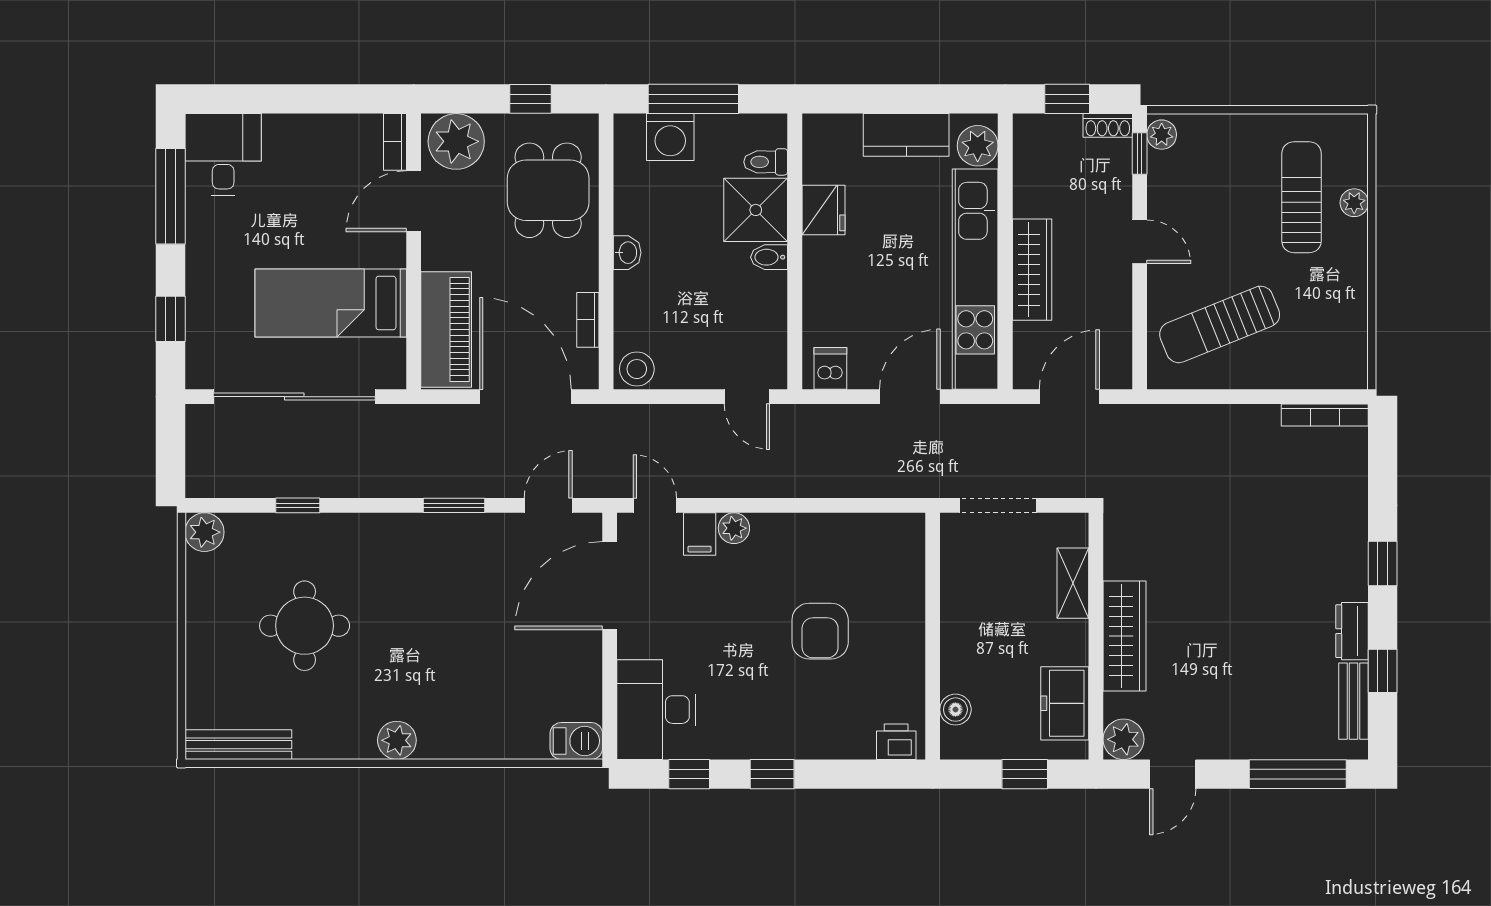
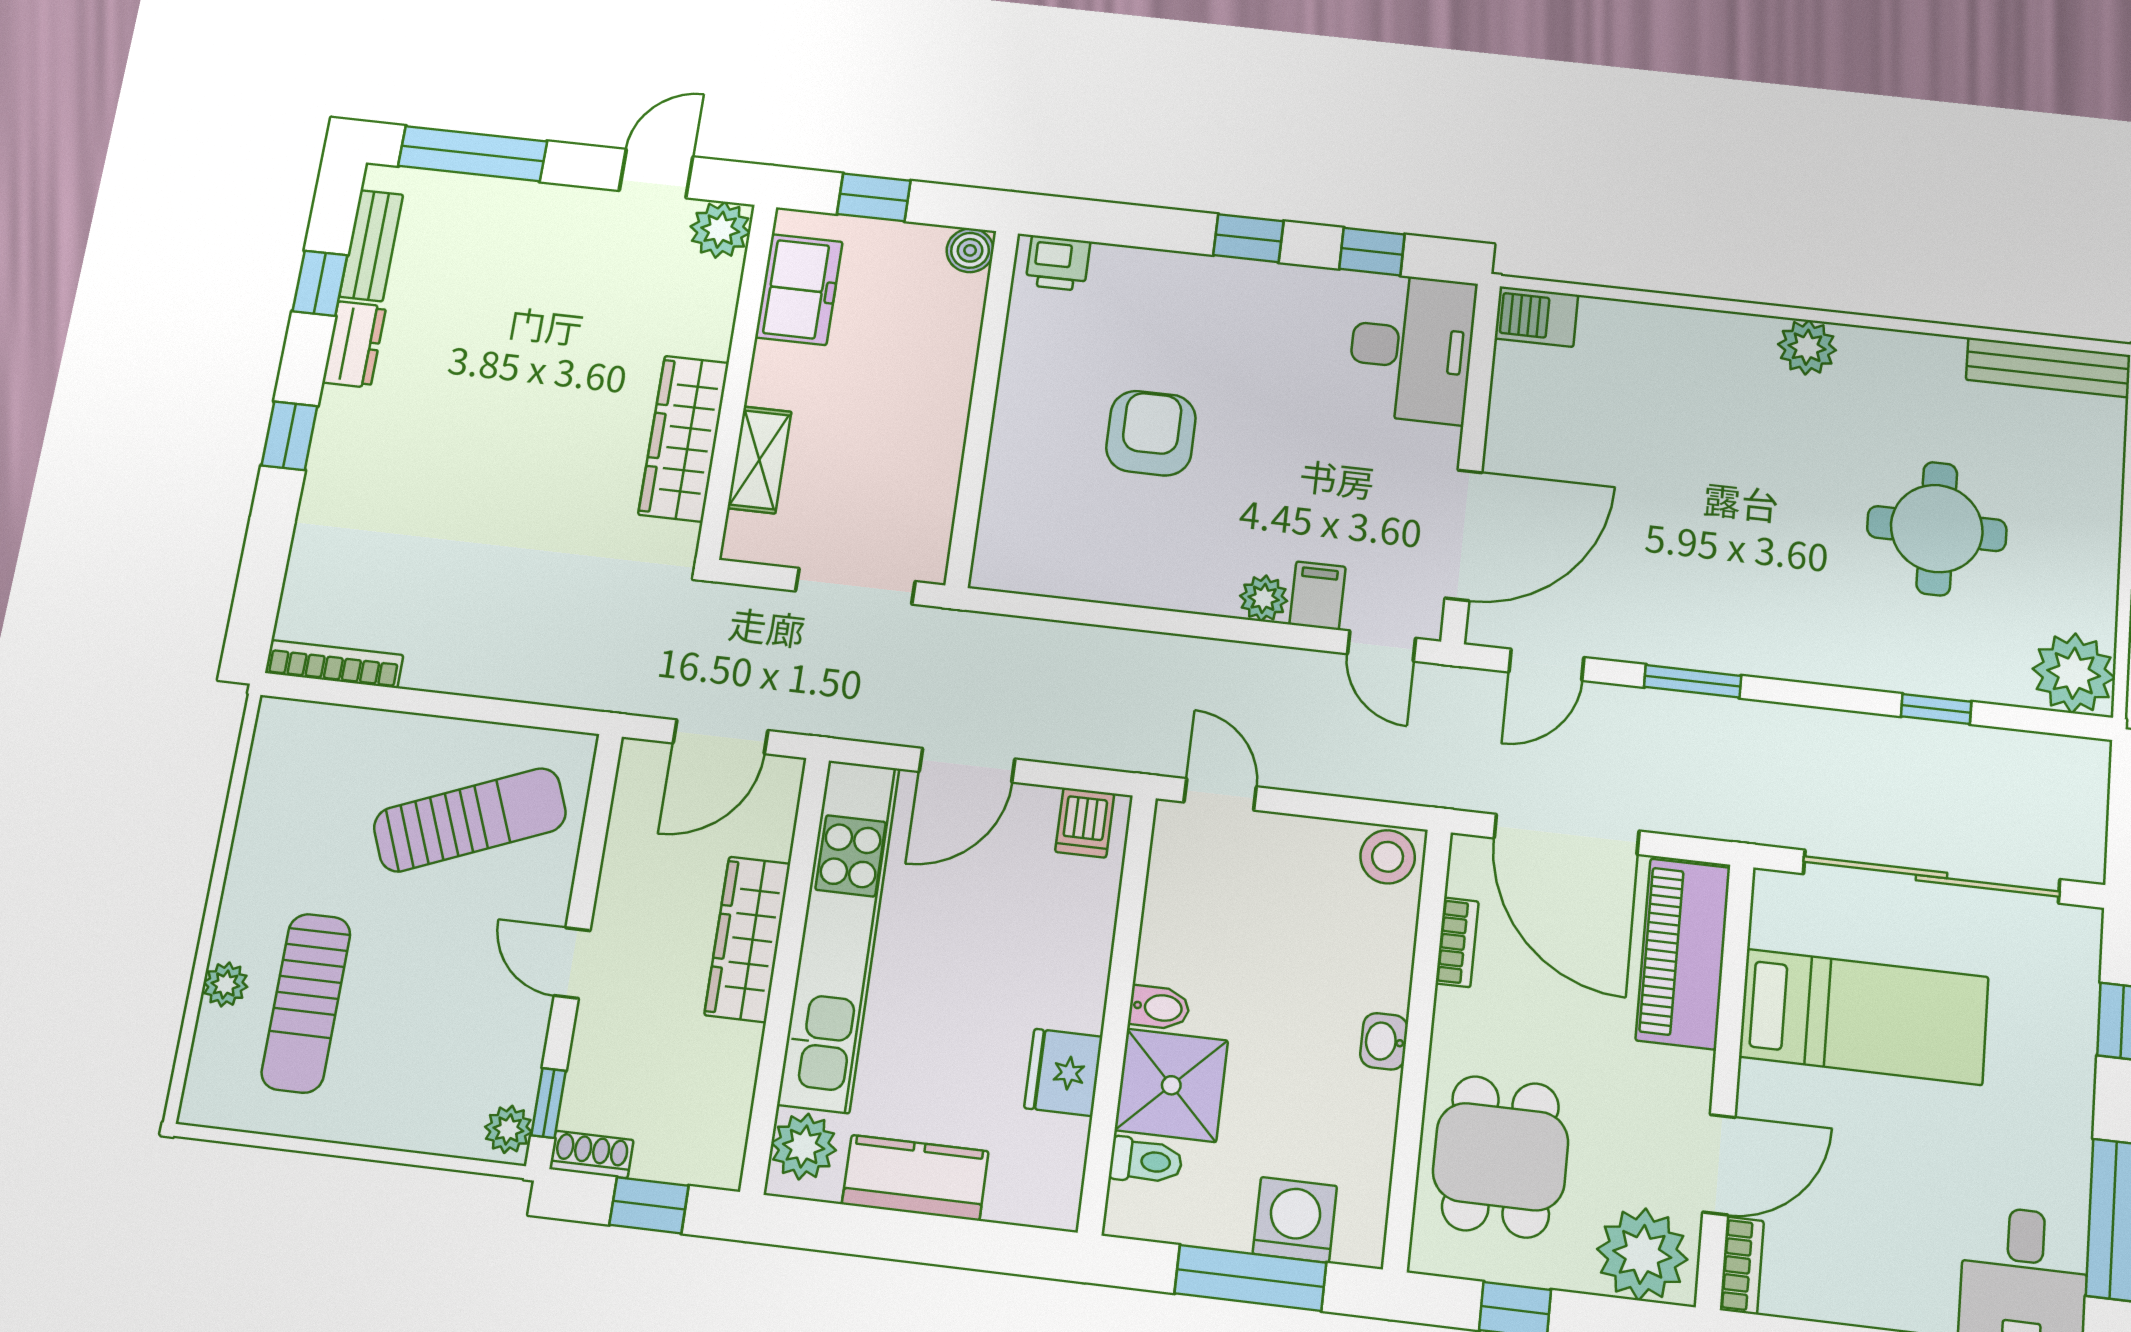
plant: (204, 532) -> (2074, 673), width x1.36, depth x1.36
wardrobe: (1125, 636) -> (684, 438), moved
boiler: (955, 710) -> (970, 250), moved

